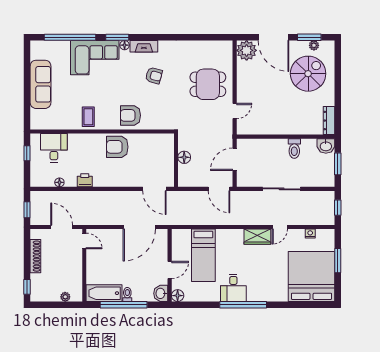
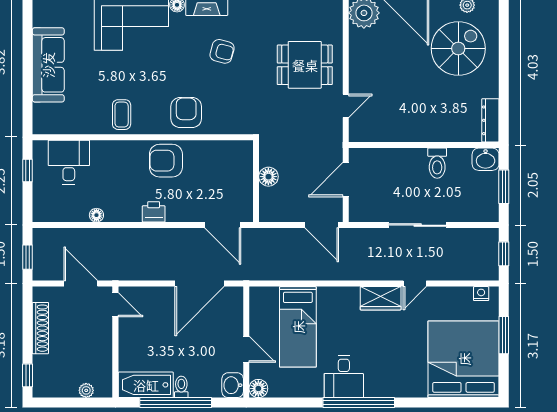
armchair: (130, 115) -> (186, 113), turned 90
printer: (85, 180) -> (154, 212), moved
floor lamp: (59, 182) -> (96, 215), moved
nightstand: (310, 234) -> (481, 294), moved
door: (170, 270) -> (246, 349), hinge flipped

